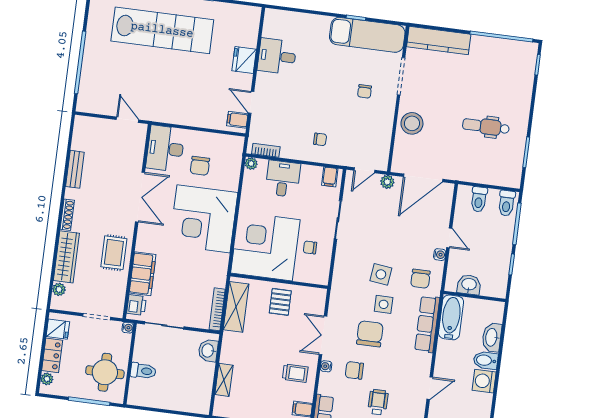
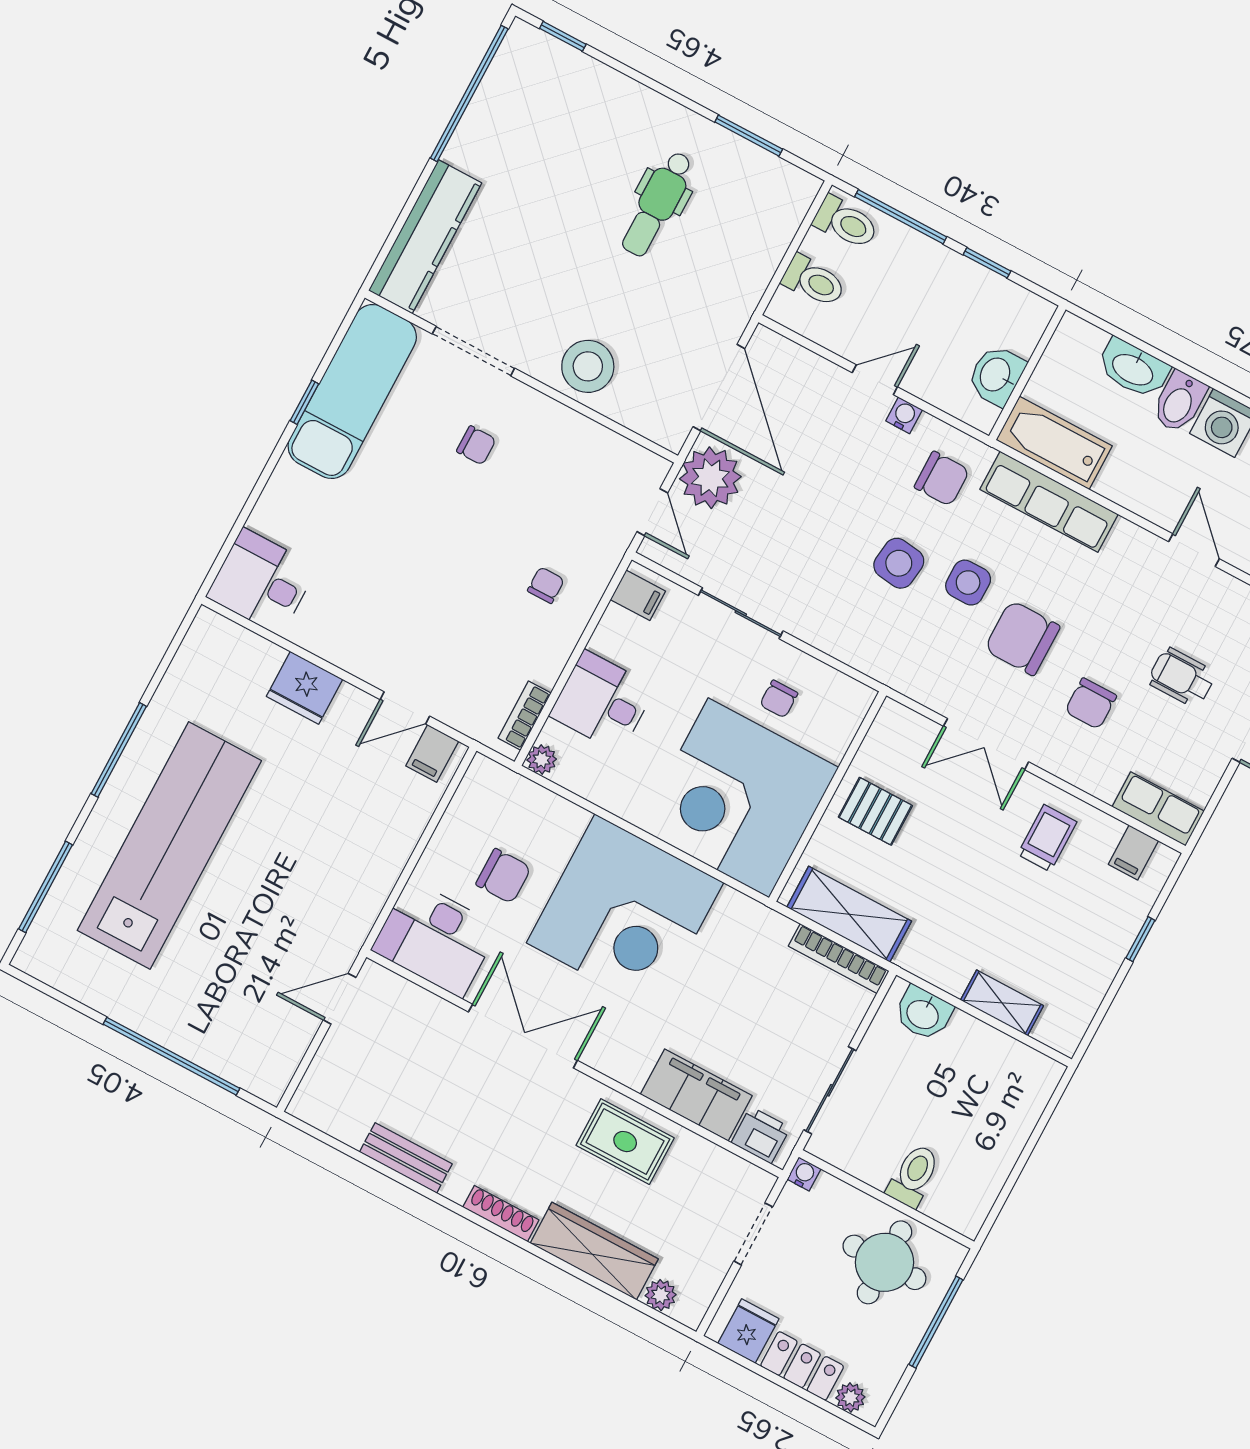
desk: (277, 56) -> (262, 582), moved, turned 90
plant: (387, 182) -> (710, 478), width x1.87, depth x1.87
water cooler: (326, 366) -> (1058, 763), removed

